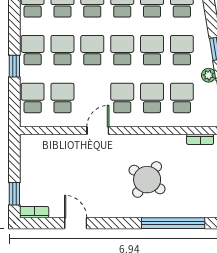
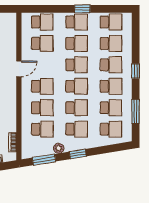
window: (14, 66) -> (82, 9), moved
door: (98, 131) -> (19, 69), hinge flipped

